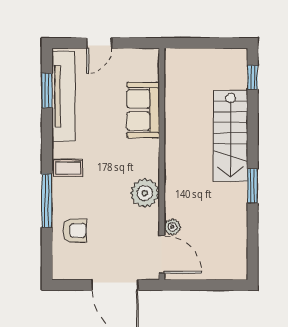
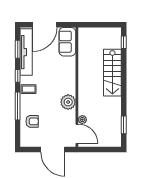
door: (99, 43) -> (45, 25), width x1.87
sofa: (143, 110) -> (67, 42), moved
window: (47, 142) -> (18, 76), added
window: (253, 186) -> (124, 125), moved

